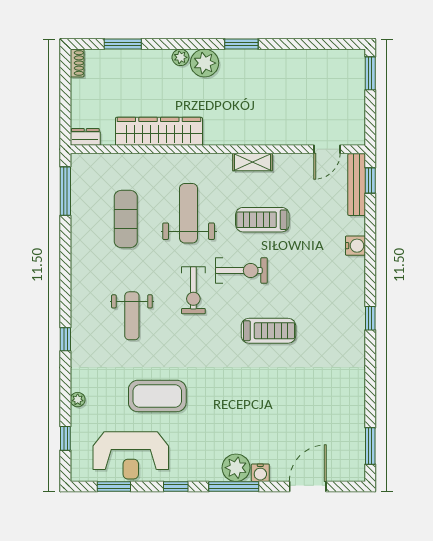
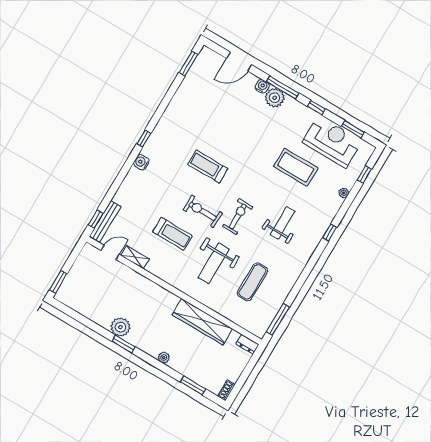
plant: (204, 63) -> (120, 327), moved
shelving: (252, 162) -> (135, 257), moved
water cooler: (355, 246) -> (141, 162), moved

